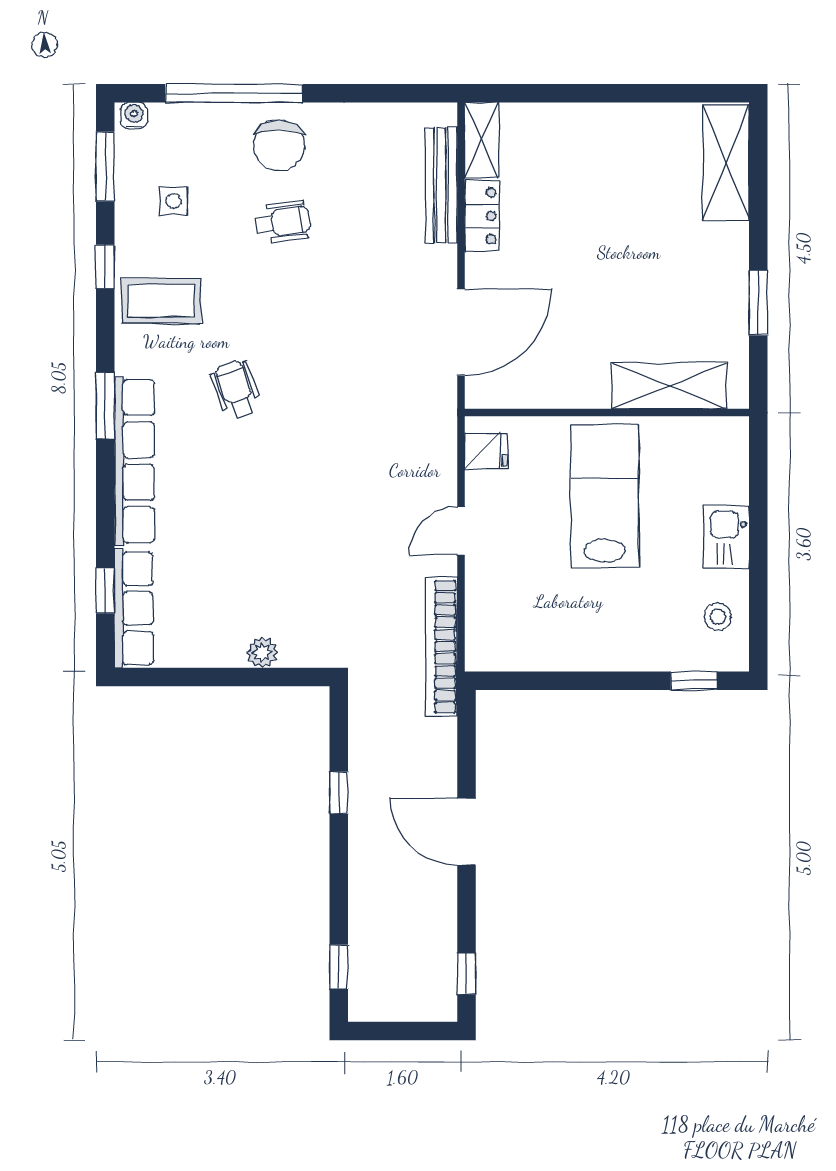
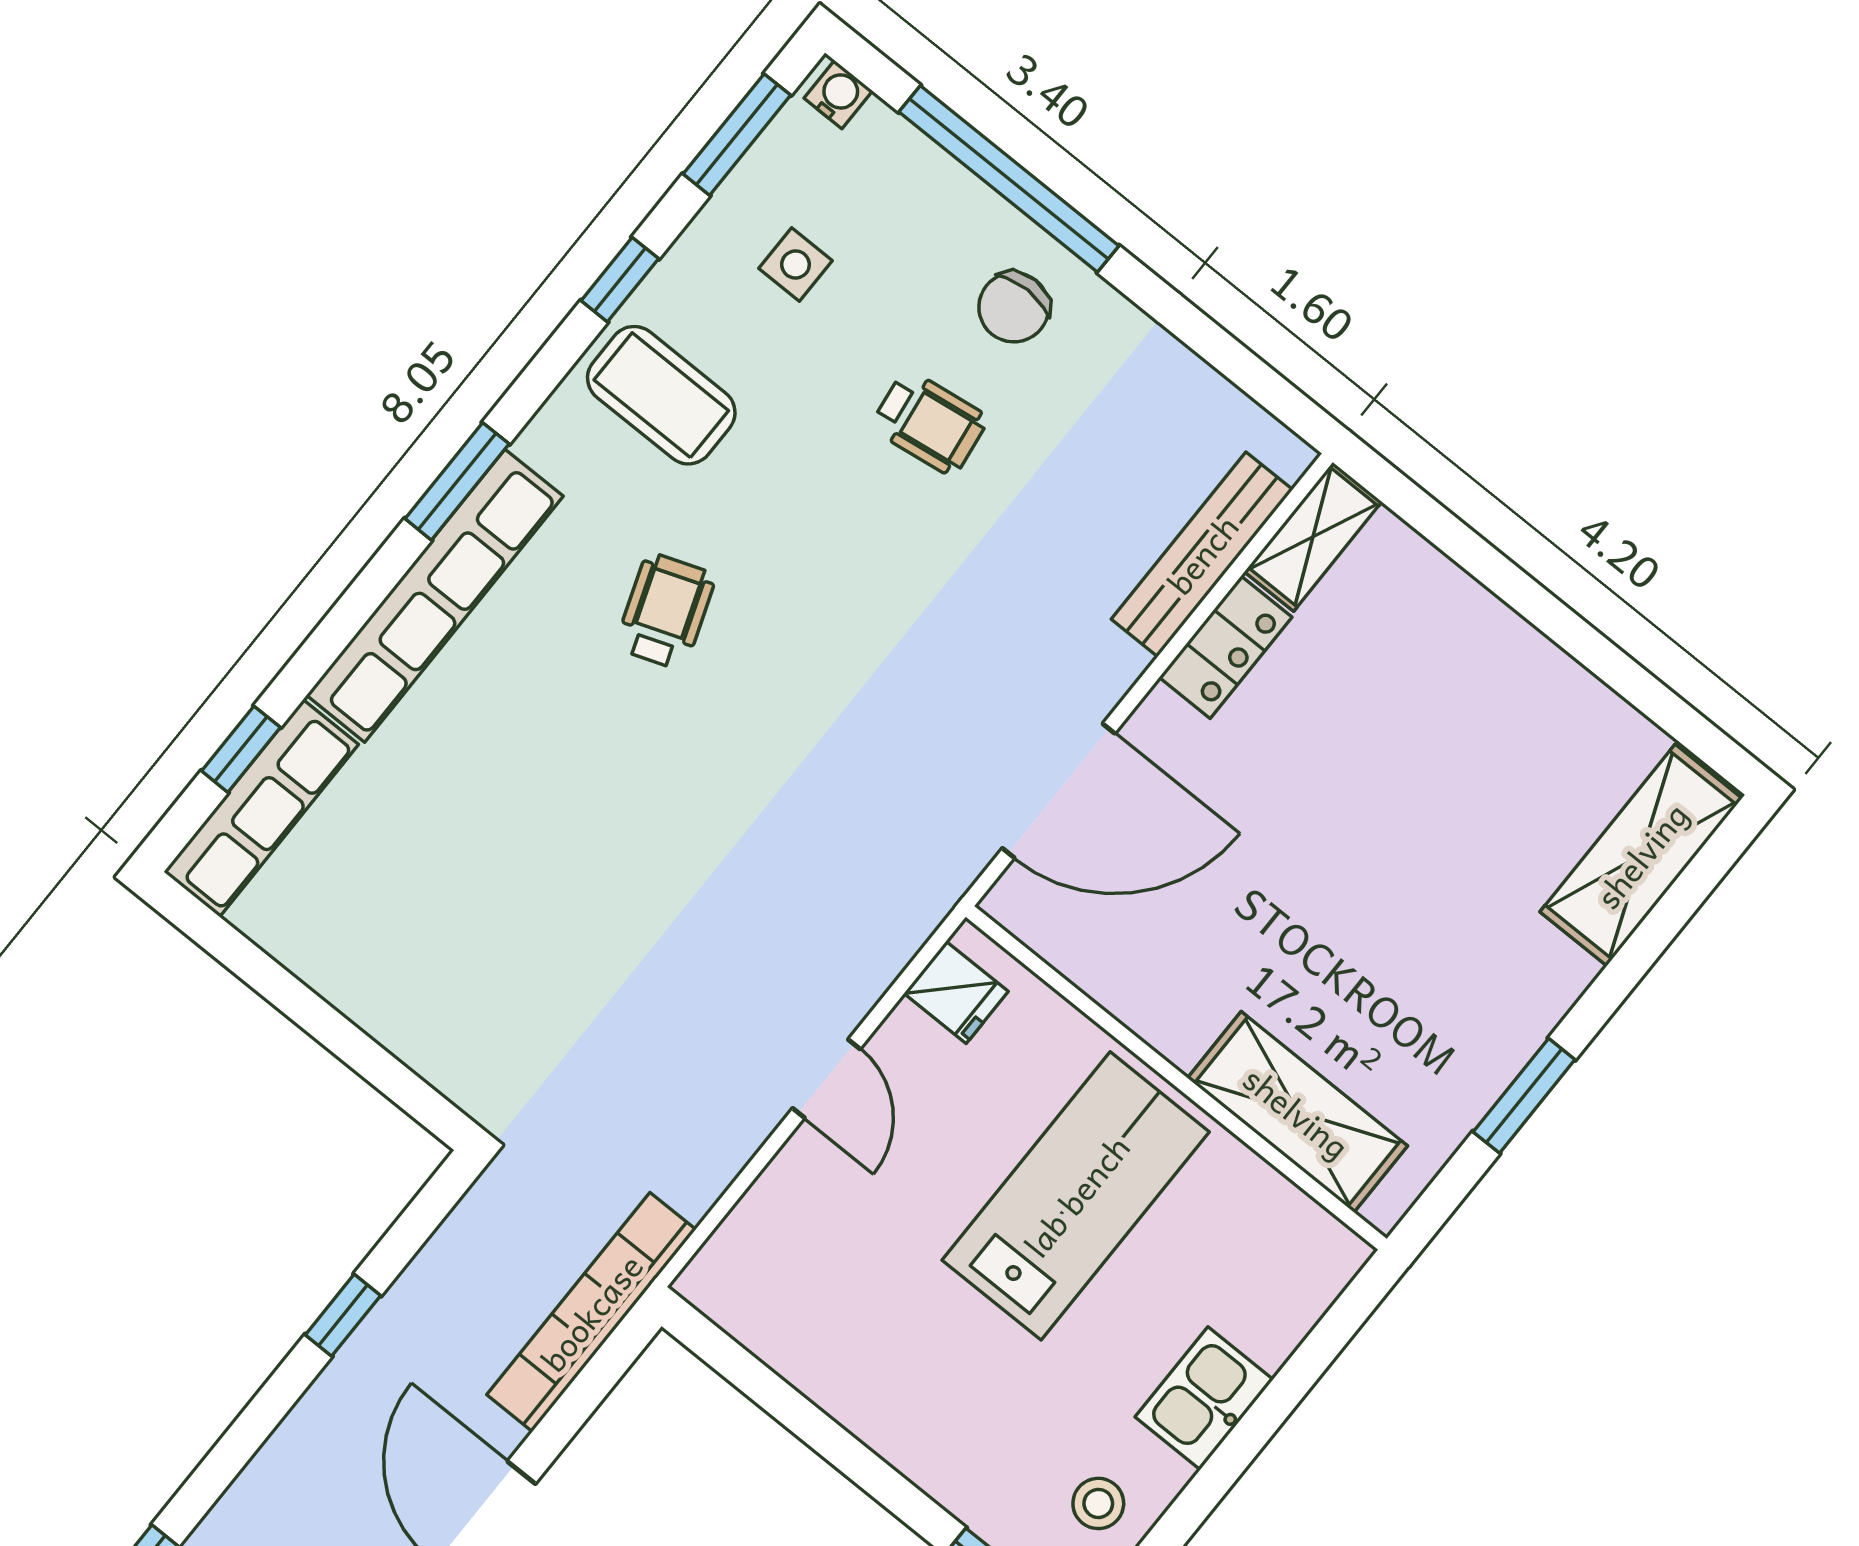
chair: (279, 145) -> (1014, 307), width x0.73, depth x0.73
door: (461, 531) -> (826, 1079), swing flipped
bookcase: (441, 647) -> (591, 1312), moved
plant: (262, 652) -> (396, 1023), removed

